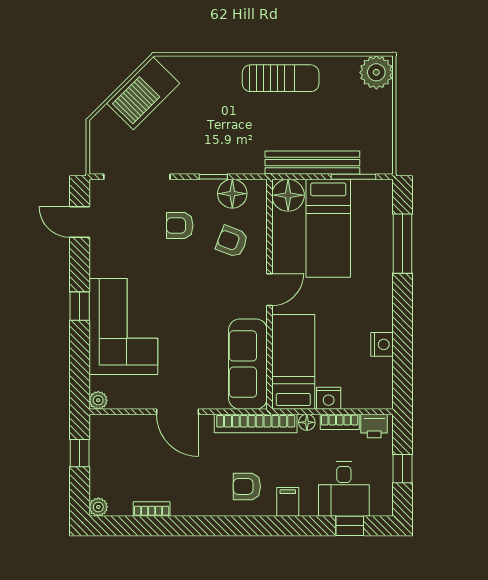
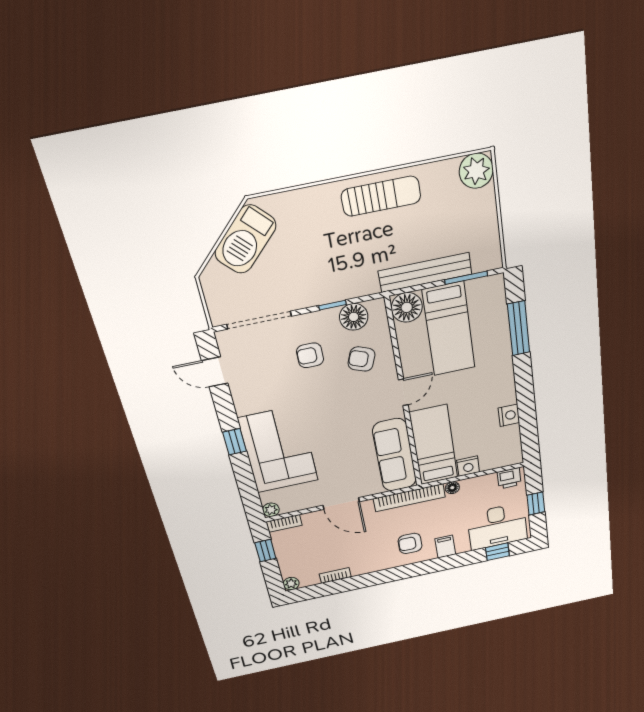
bookcase: (340, 422) -> (284, 523), moved
desk: (344, 489) -> (497, 526), width x1.37

